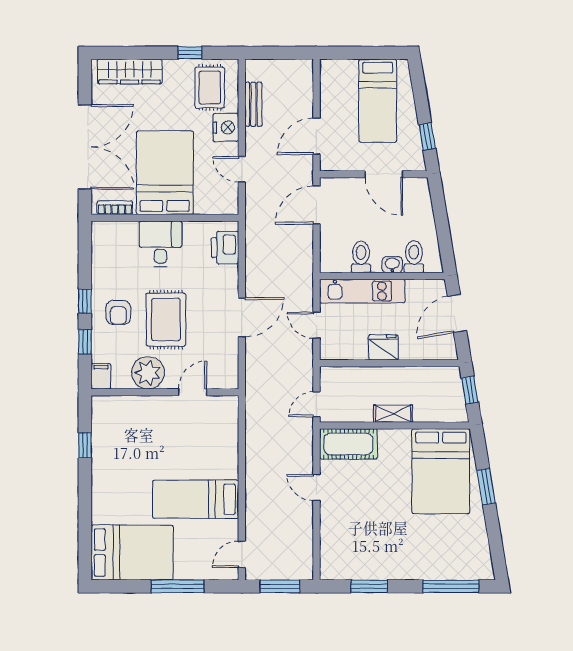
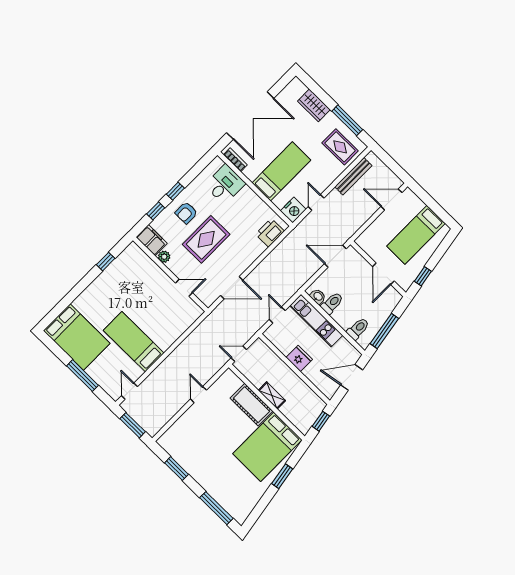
window: (190, 53) -> (347, 120), width x2.17
wardrobe: (130, 71) -> (314, 105), width x0.67
rug: (210, 88) -> (340, 147), turned 90
bench: (253, 104) -> (353, 176), width x1.36
nightstand: (226, 127) -> (293, 210), moved
door: (316, 136) -> (391, 200), moved
bed: (165, 173) -> (281, 171), width x0.67
window: (443, 232) -> (384, 331), added
desk: (161, 244) -> (225, 184), moved
washbasin: (392, 265) -> (318, 297), moved
door: (242, 317) -> (232, 288), moved
plant: (148, 373) -> (164, 257), width x0.53, depth x0.53
filing cabinet: (101, 376) -> (152, 240), width x2.00
cot: (348, 444) -> (251, 405), moved
door: (242, 554) -> (129, 391), hinge flipped

